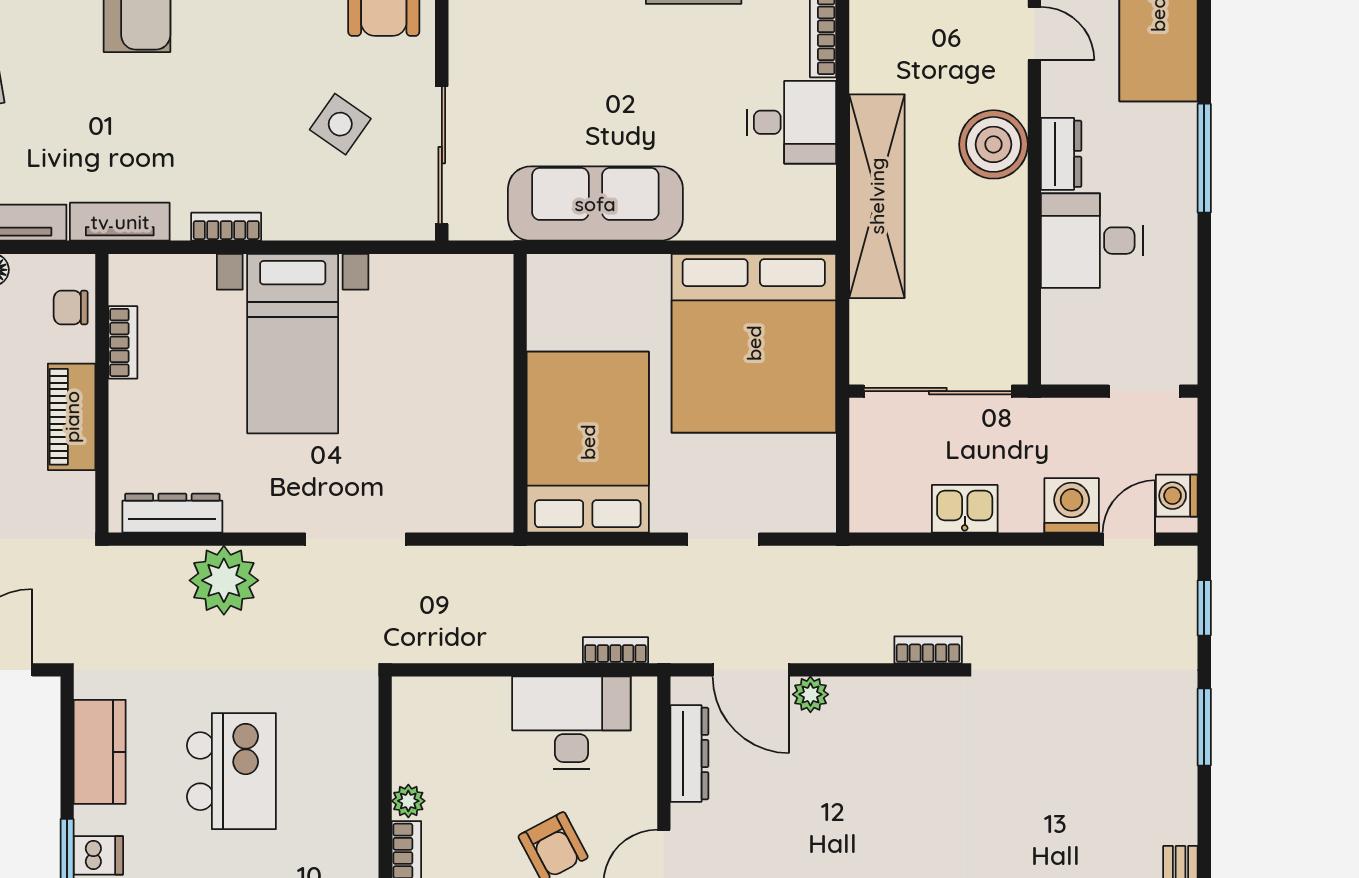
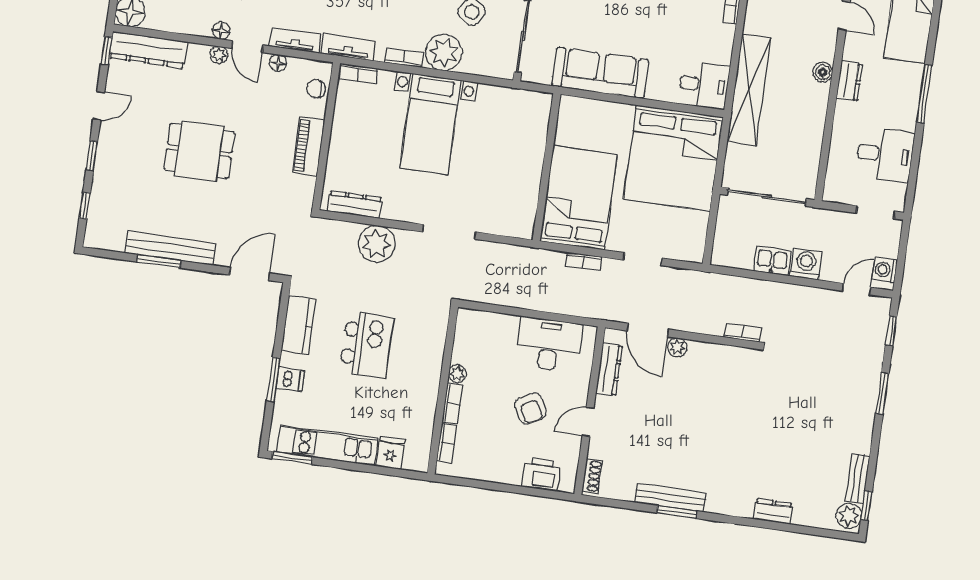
desk: (791, 122) -> (704, 85), moved
boiler: (993, 144) -> (823, 72), width x0.54, depth x0.54
plant: (299, 207) -> (444, 52), added
desk: (1092, 241) -> (885, 155), moved, turned 180
bookcase: (123, 342) -> (358, 73), moved, turned 90
washing machine: (1072, 505) -> (806, 264), moved
bookcase: (616, 650) -> (583, 261), moved, turned 180

